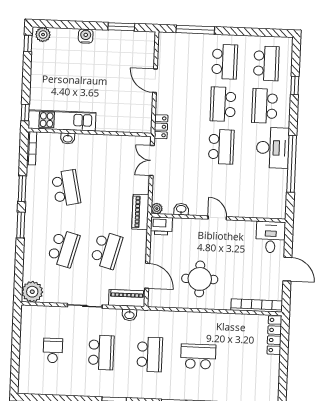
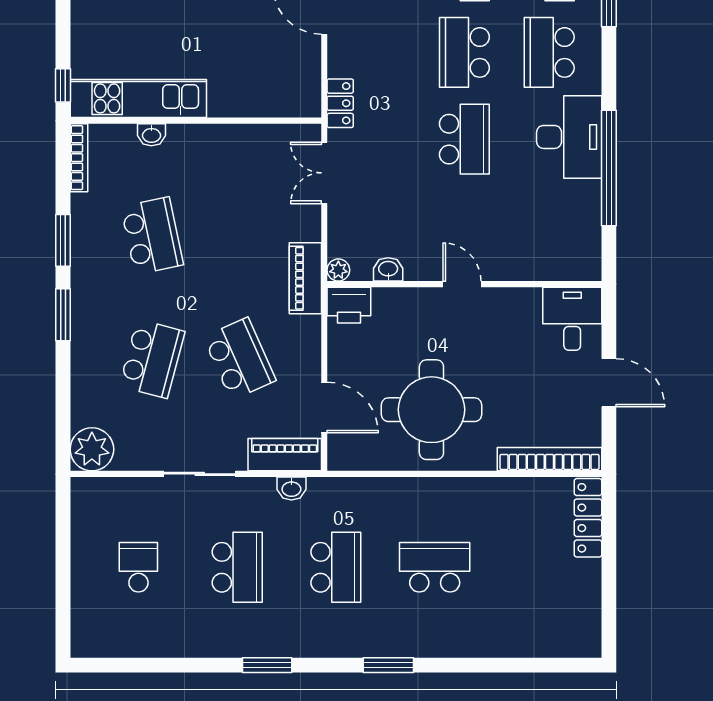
school desk: (106, 250) -> (239, 359), turned -39
round table: (200, 279) -> (431, 410), width x1.36, depth x1.36

